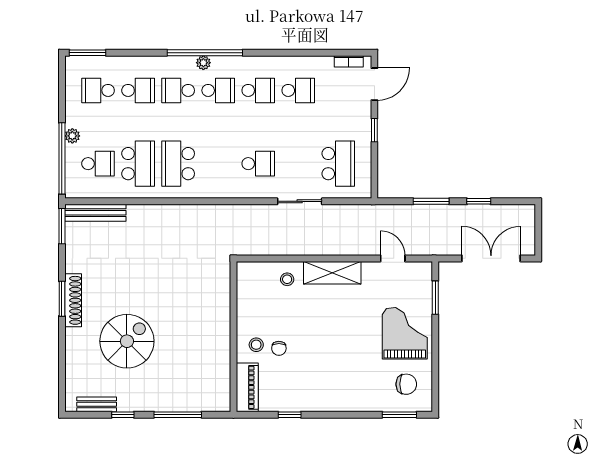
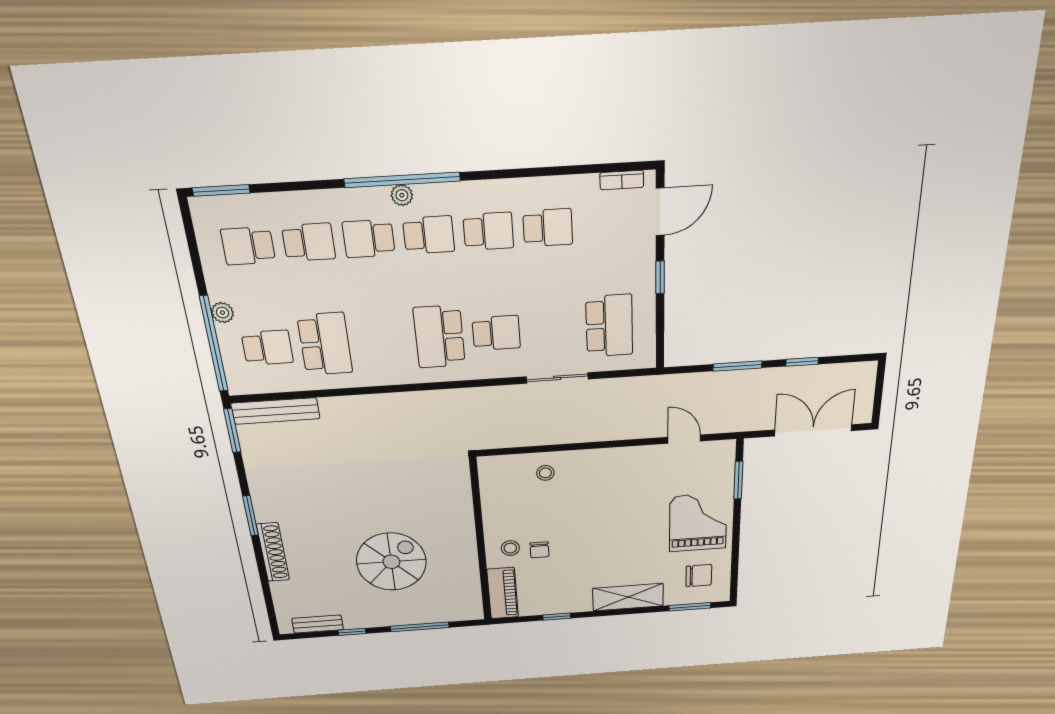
school desk: (178, 164) -> (439, 337), moved
shelving: (332, 273) -> (628, 597), moved
shoe rack: (73, 300) -> (273, 552), moved
spiral stairs: (127, 341) -> (391, 562), moved

